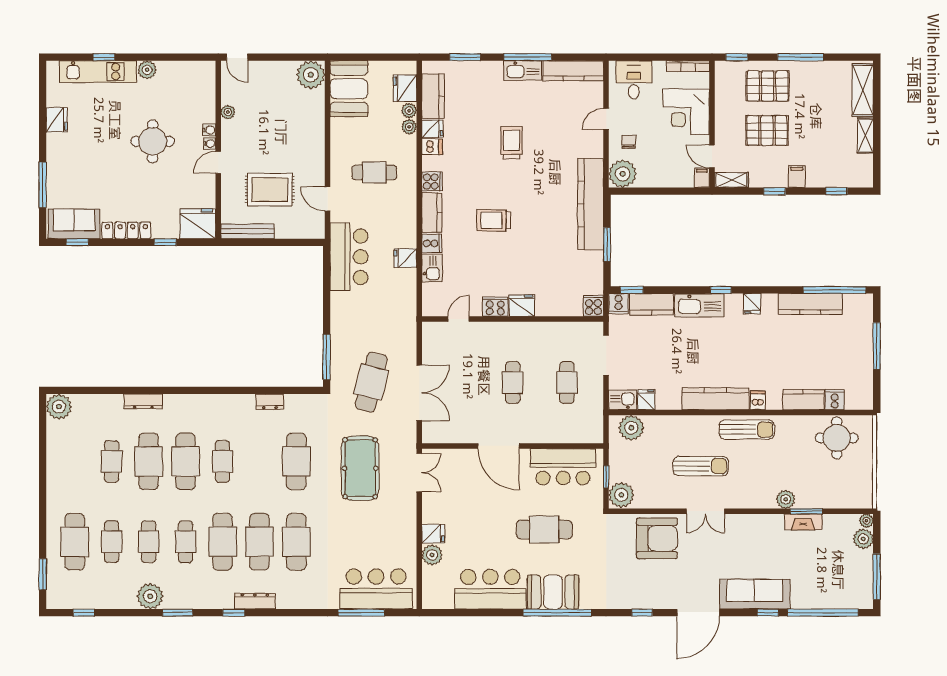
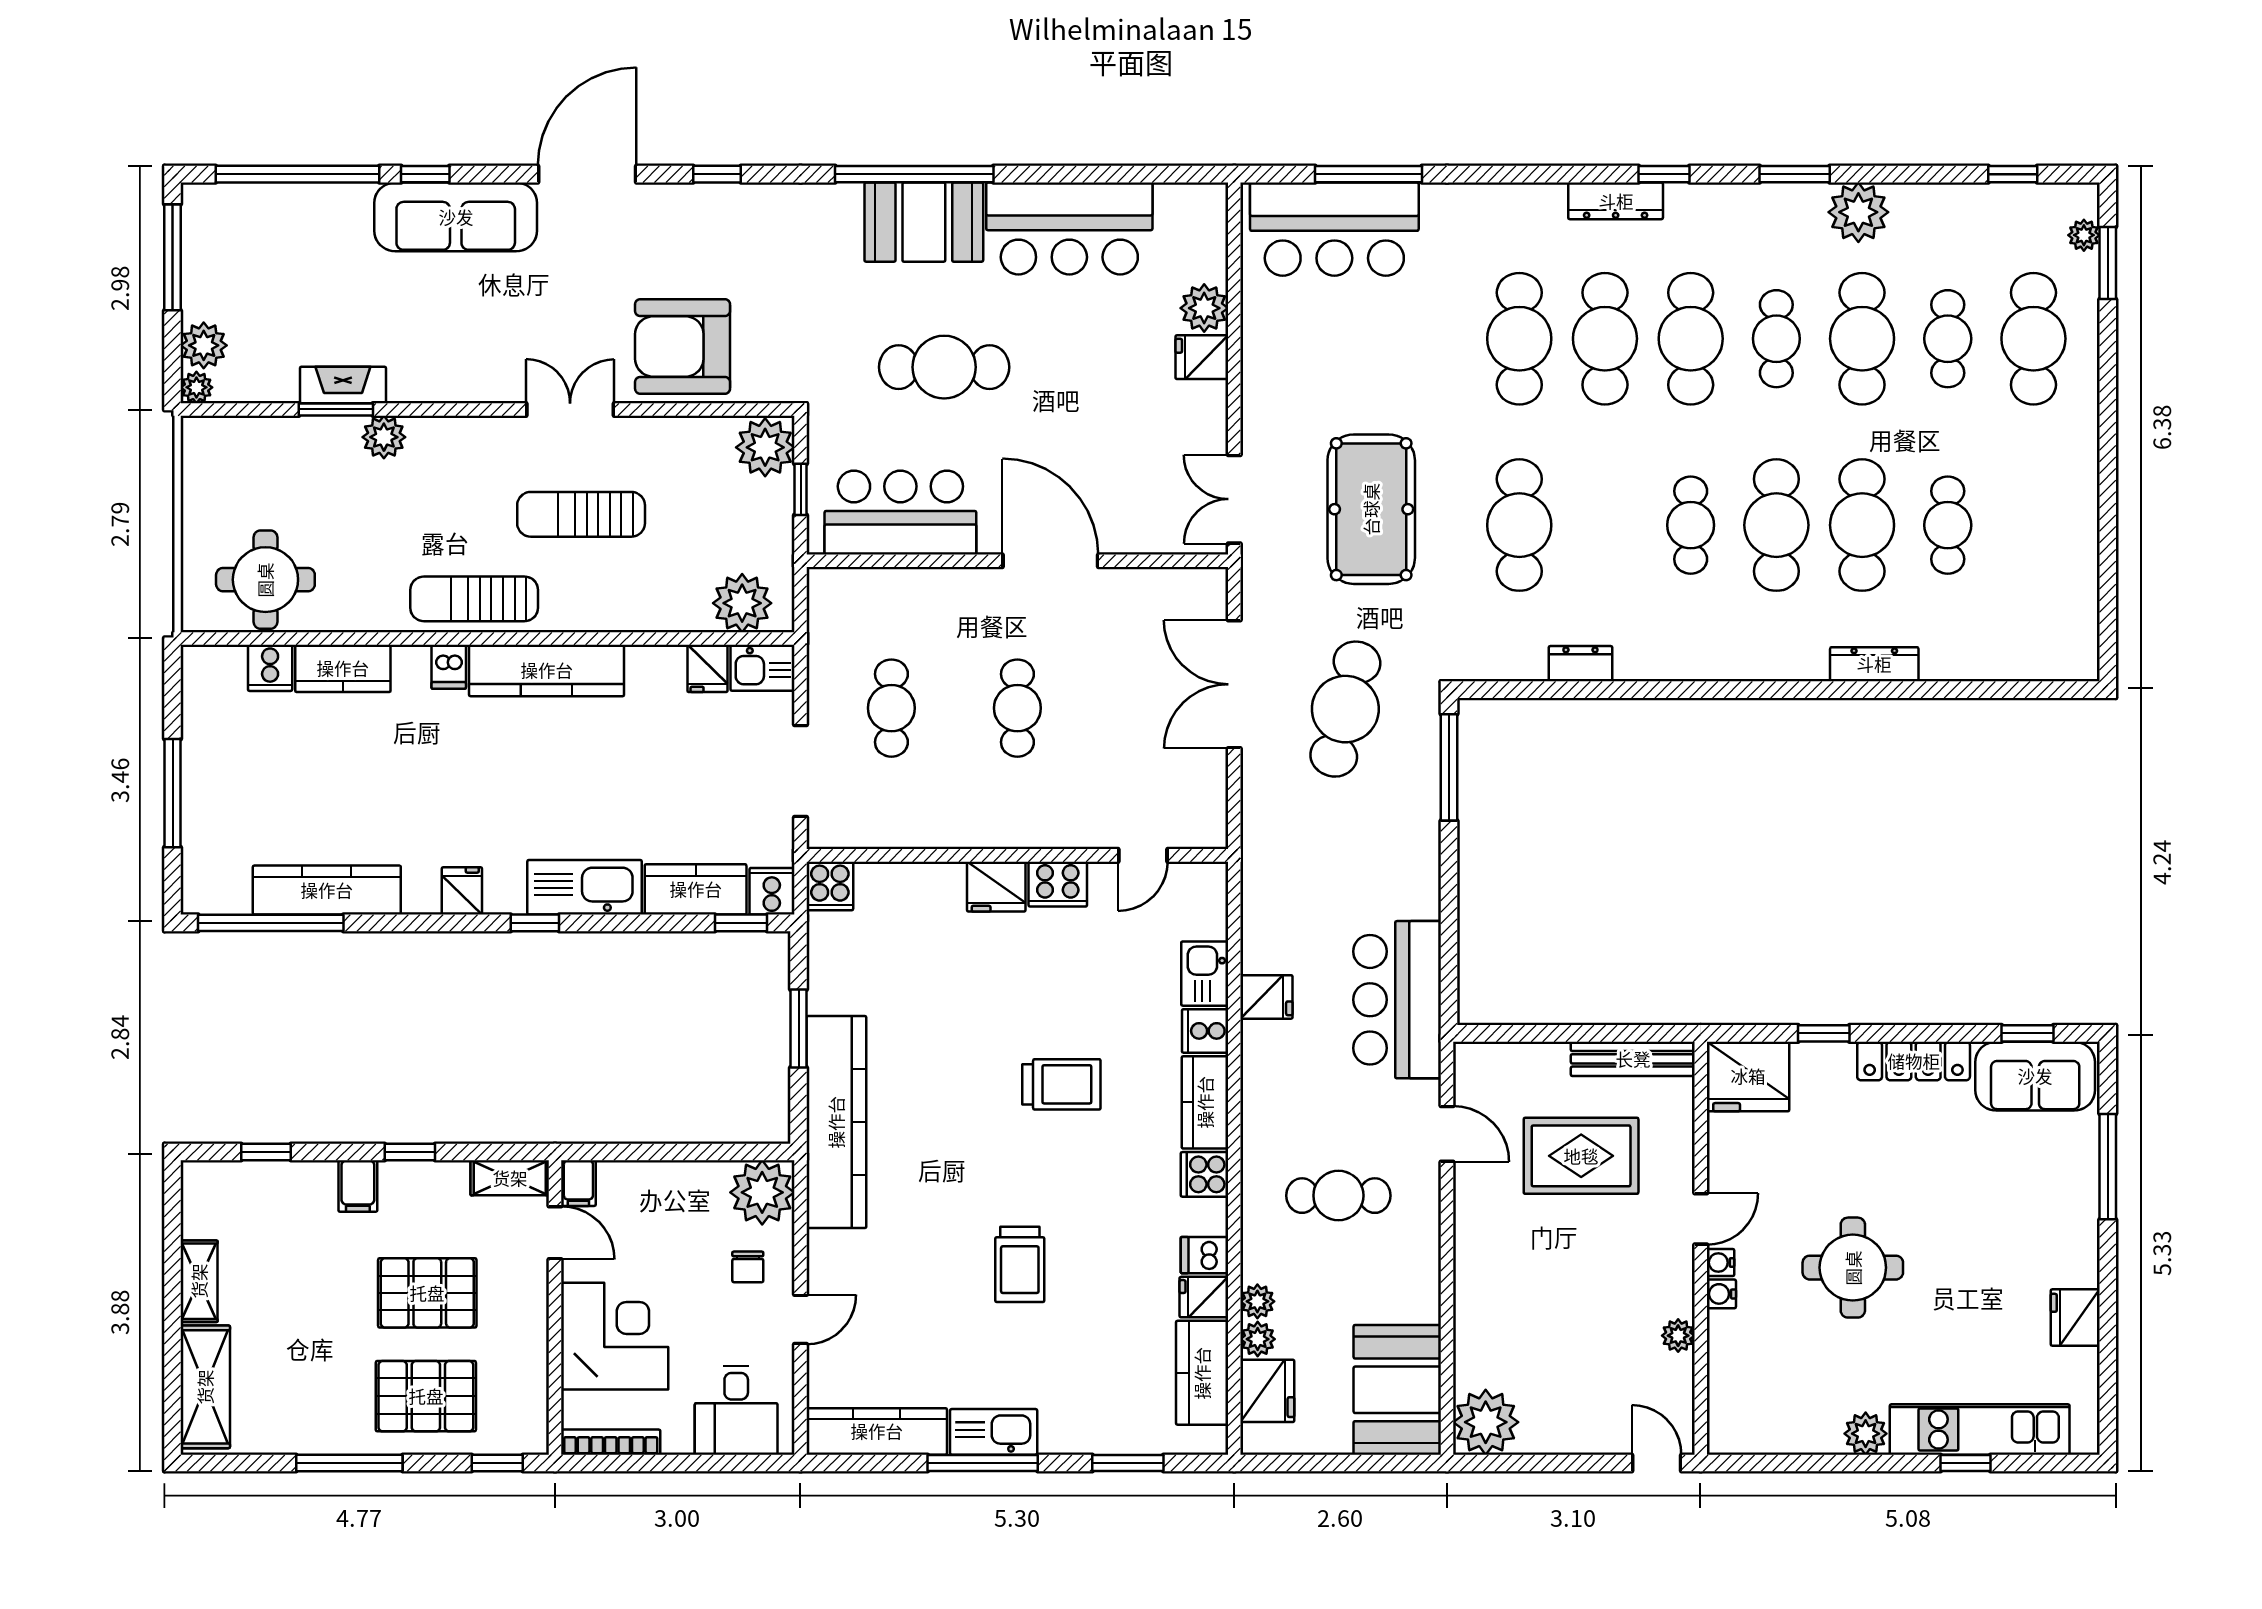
plant: (59, 407) -> (2084, 235), moved, width x0.53, depth x0.53
cafe table: (149, 542) -> (1862, 339), width x1.37, depth x1.35

